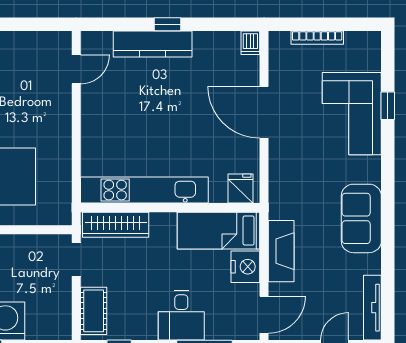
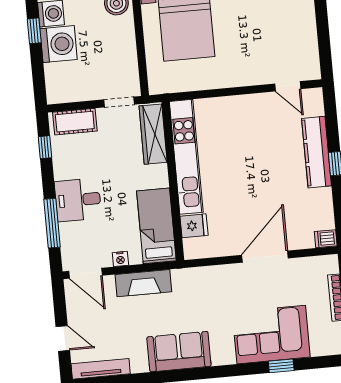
fridge: (240, 189) -> (194, 226), moved
nightstand: (245, 267) -> (120, 259), width x0.53, depth x0.56

